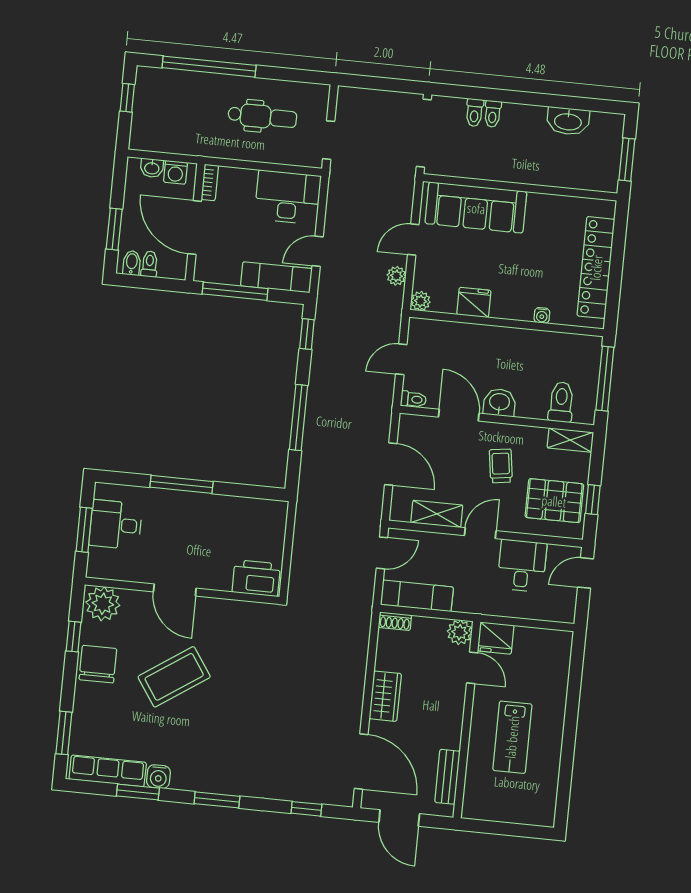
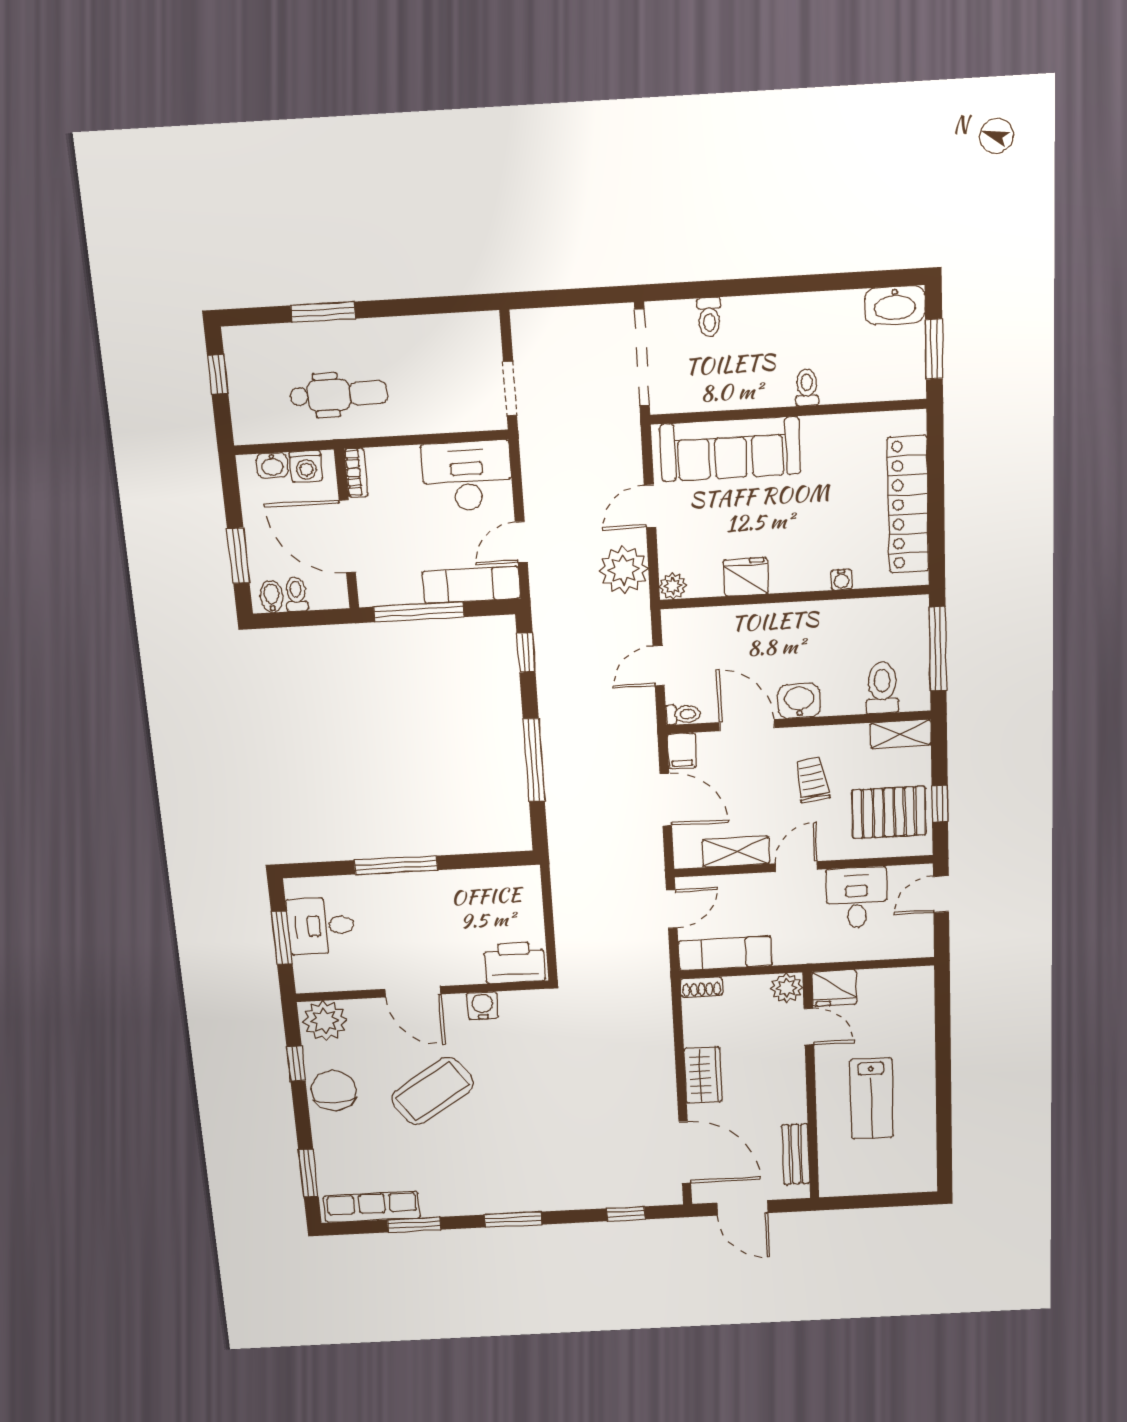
window: (209, 67) -> (323, 312), width x0.47
toilet: (493, 114) -> (807, 387), moved, turned 180
dental chair: (262, 117) -> (339, 394), moved
washbasin: (568, 121) -> (895, 305), moved
plant: (396, 276) -> (624, 570), width x1.87, depth x1.87
filing cabinet: (408, 428) -> (682, 751), added
water cooler: (158, 777) -> (483, 1006), moved, turned 180

